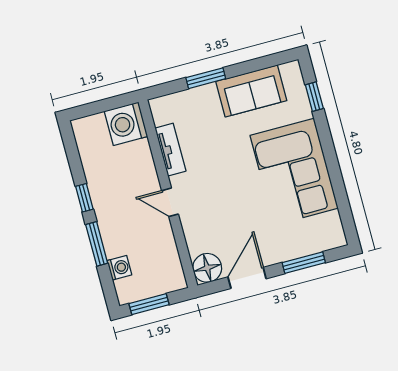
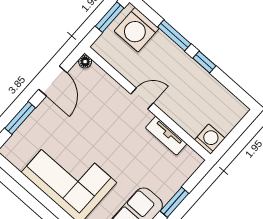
washing machine: (126, 124) -> (210, 139), width x0.73, depth x0.73
washing machine: (119, 268) -> (137, 30), width x1.89, depth x1.89
floor lamp: (207, 268) -> (85, 62), width x0.53, depth x0.53

